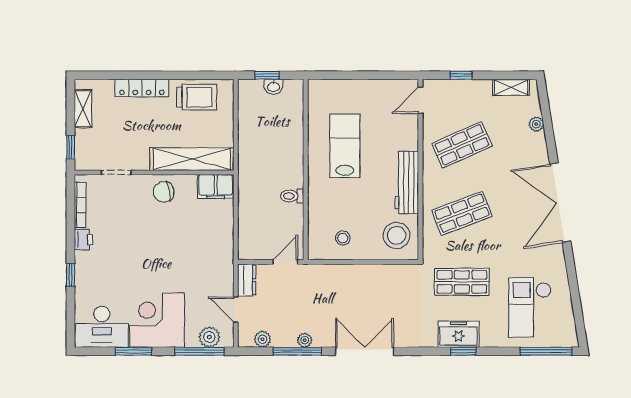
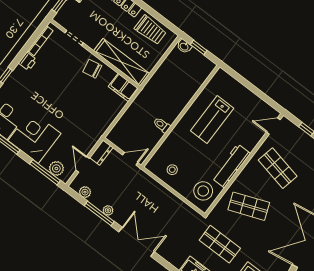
washbasin: (273, 87) -> (184, 46), moved
shop shelf: (462, 145) -> (278, 168), turned 36
lab bench: (345, 146) -> (212, 119), turned 180

